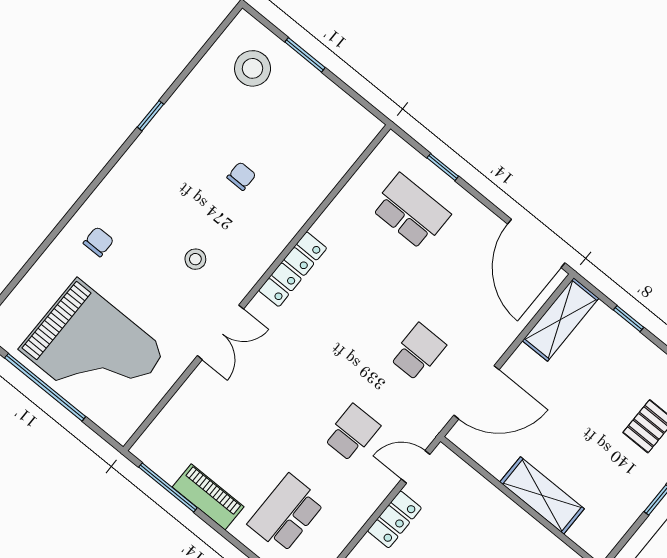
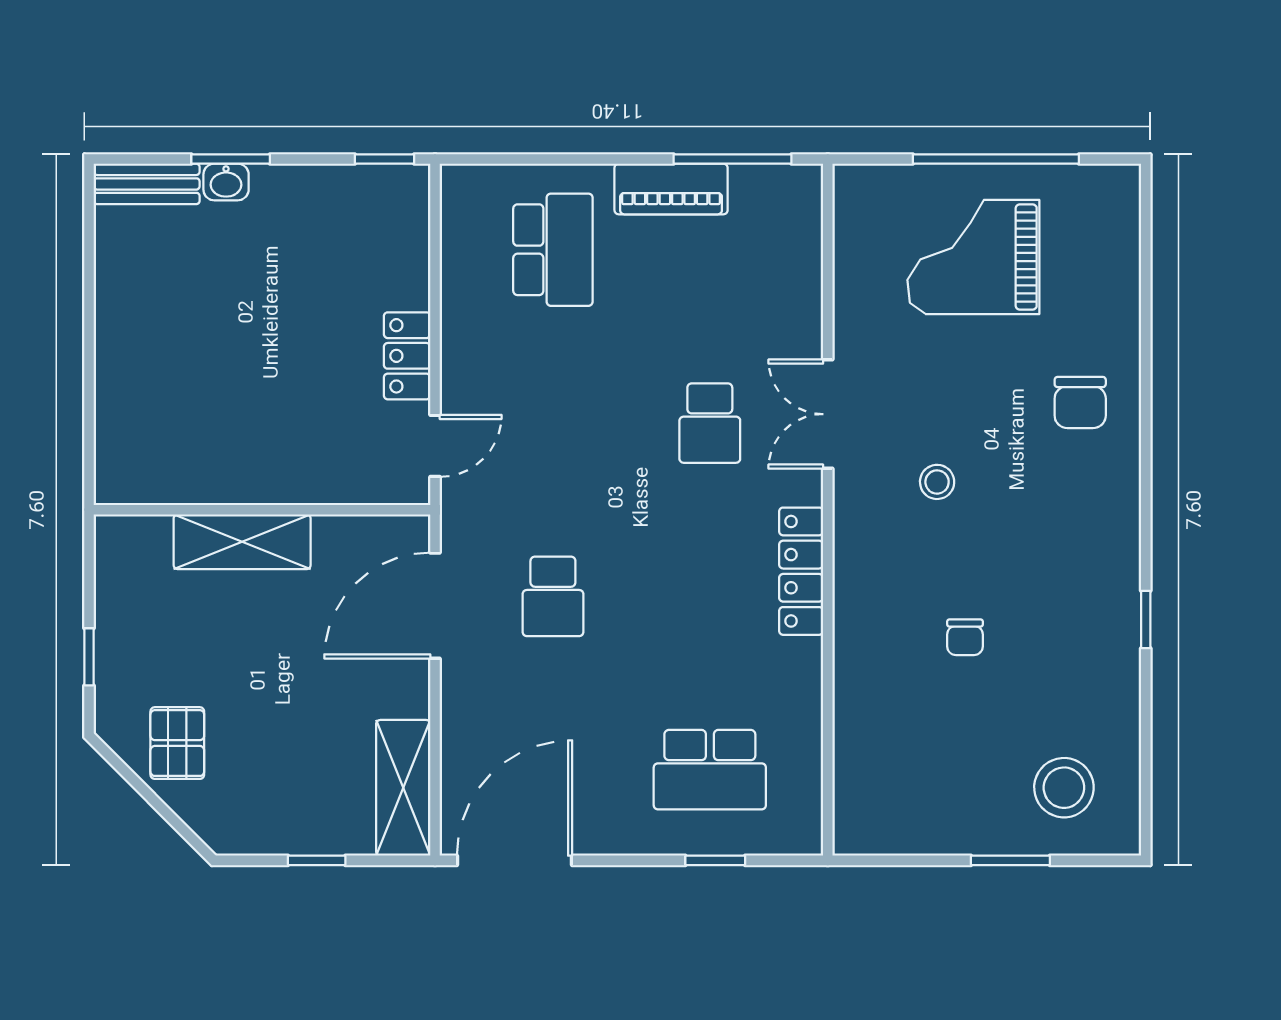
chair: (98, 242) -> (1080, 402), width x1.37, depth x1.37
door: (536, 243) -> (515, 860), hinge flipped
grand piano: (93, 350) -> (973, 257), width x0.73, depth x0.68
school desk: (352, 433) -> (710, 423), moved

